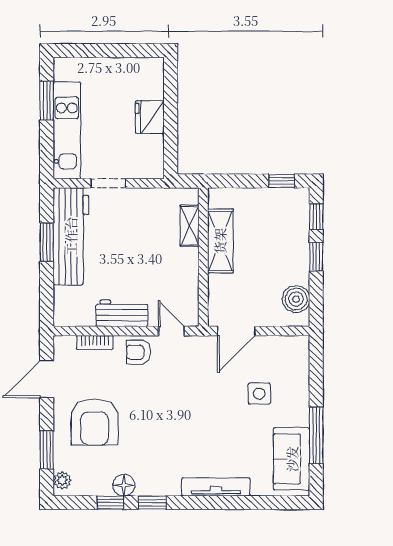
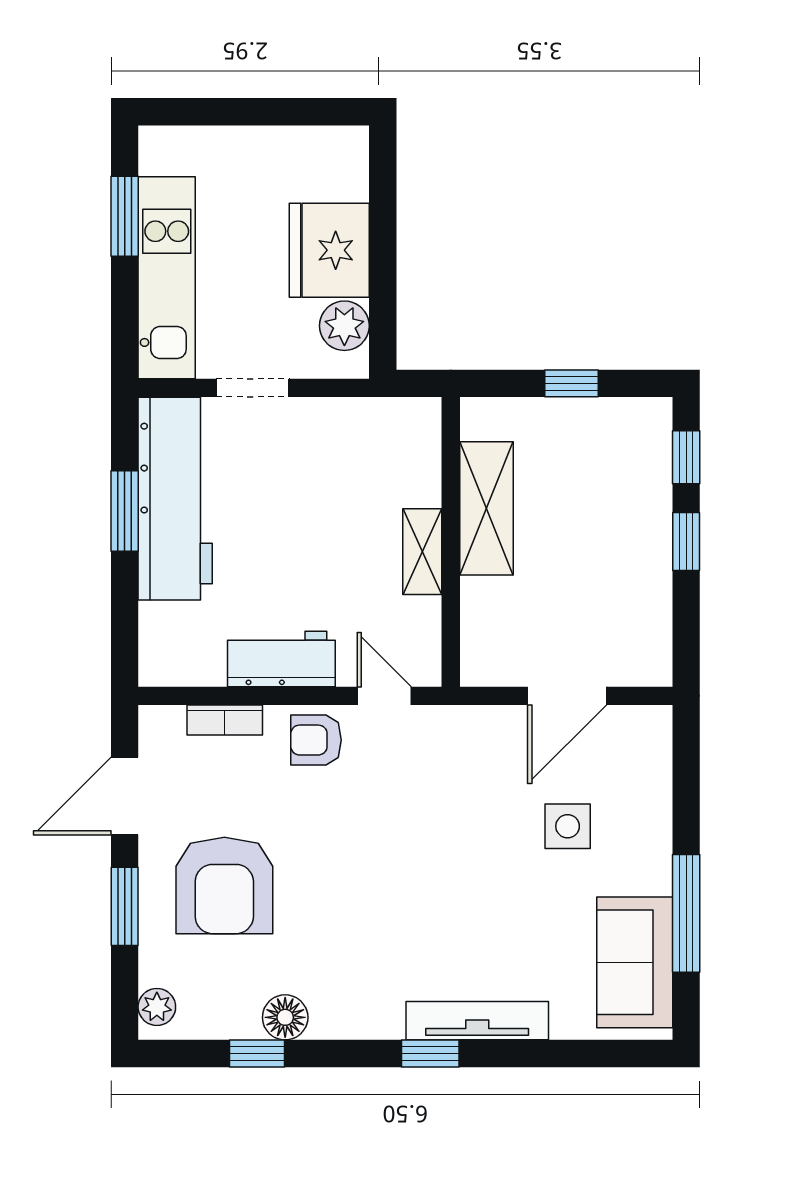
fridge: (150, 117) -> (329, 250), width x1.36, depth x1.34
plant: (152, 153) -> (344, 326), added
window: (282, 181) -> (571, 383), moved
shelving: (190, 226) -> (422, 552), moved
boiler: (296, 299) -> (644, 629), removed
door: (236, 331) -> (567, 696), moved
window: (47, 450) -> (125, 906), moved
window: (152, 503) -> (430, 1054), moved

